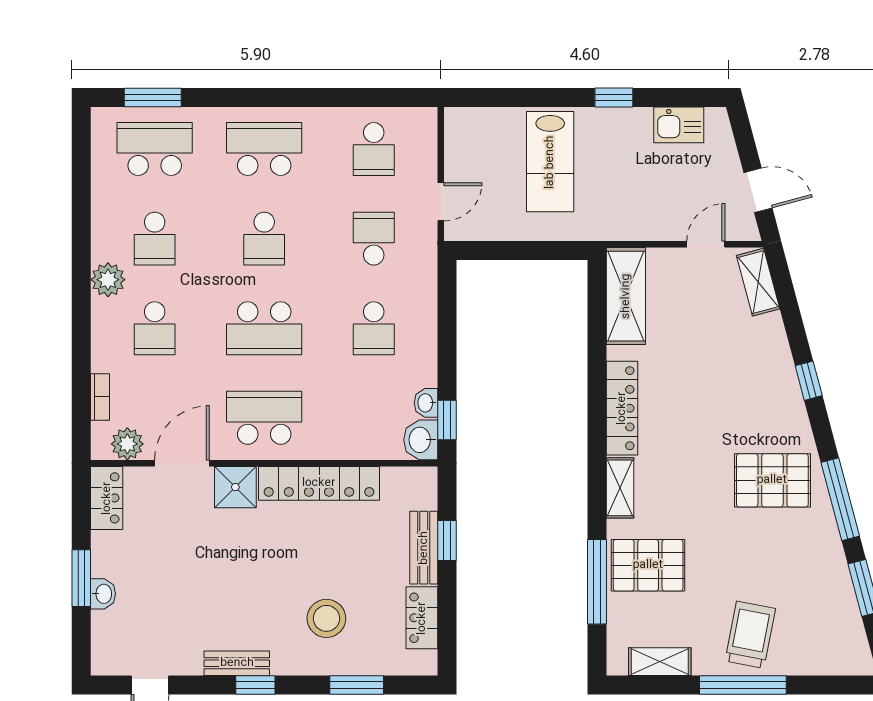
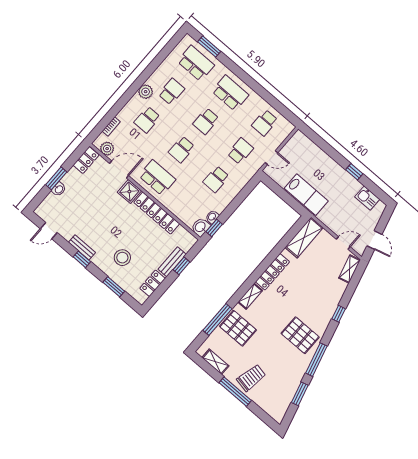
lab bench: (550, 162) -> (306, 195), moved, turned -90
school desk: (155, 239) -> (171, 91), turned 180
school desk: (264, 328) -> (182, 149), width x0.54

